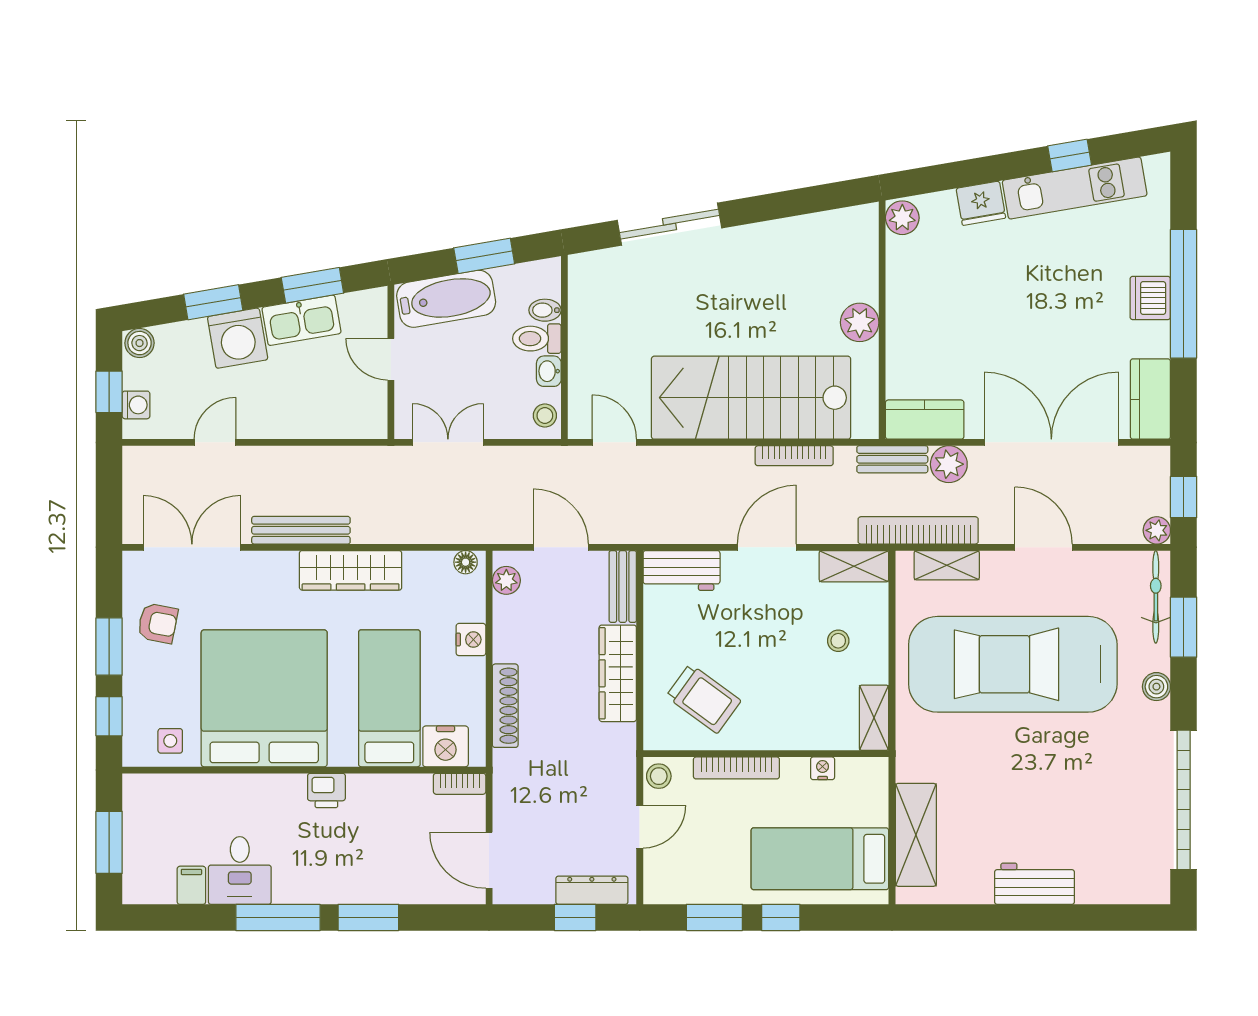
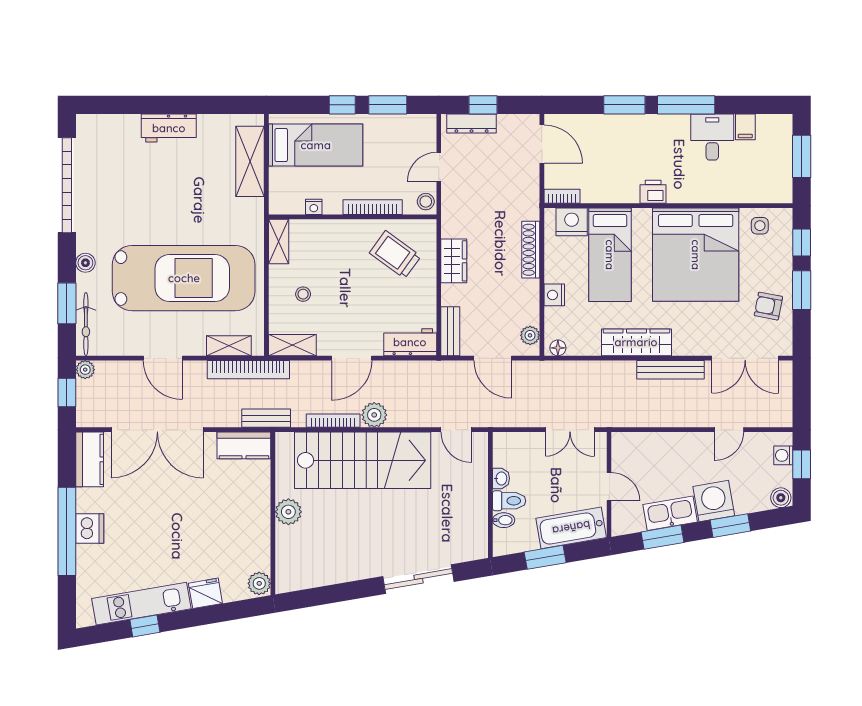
stool: (545, 415) -> (504, 448), removed
plant: (949, 464) -> (374, 415), moved
wardrobe: (618, 673) -> (454, 261), width x0.67

